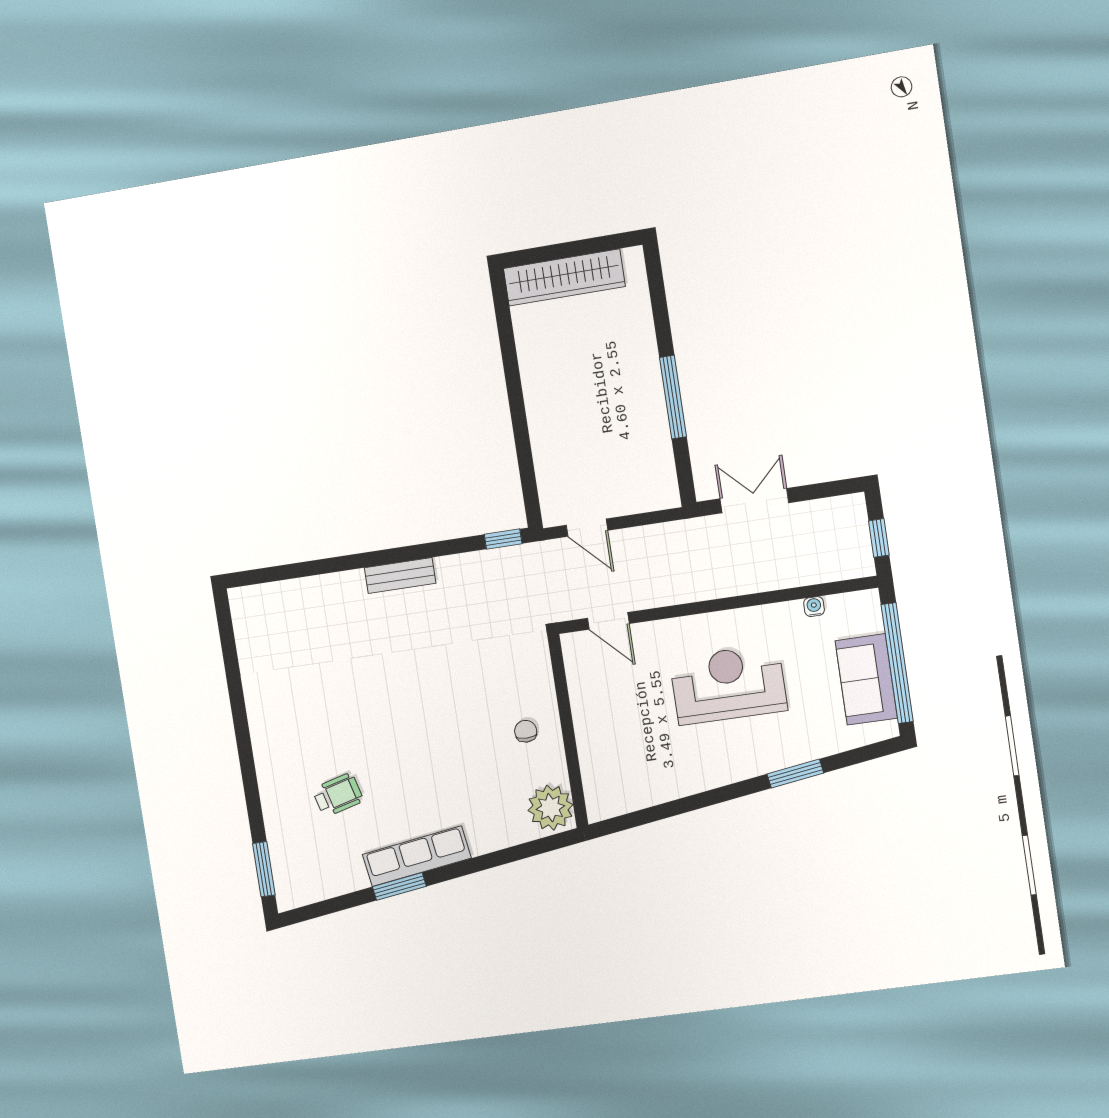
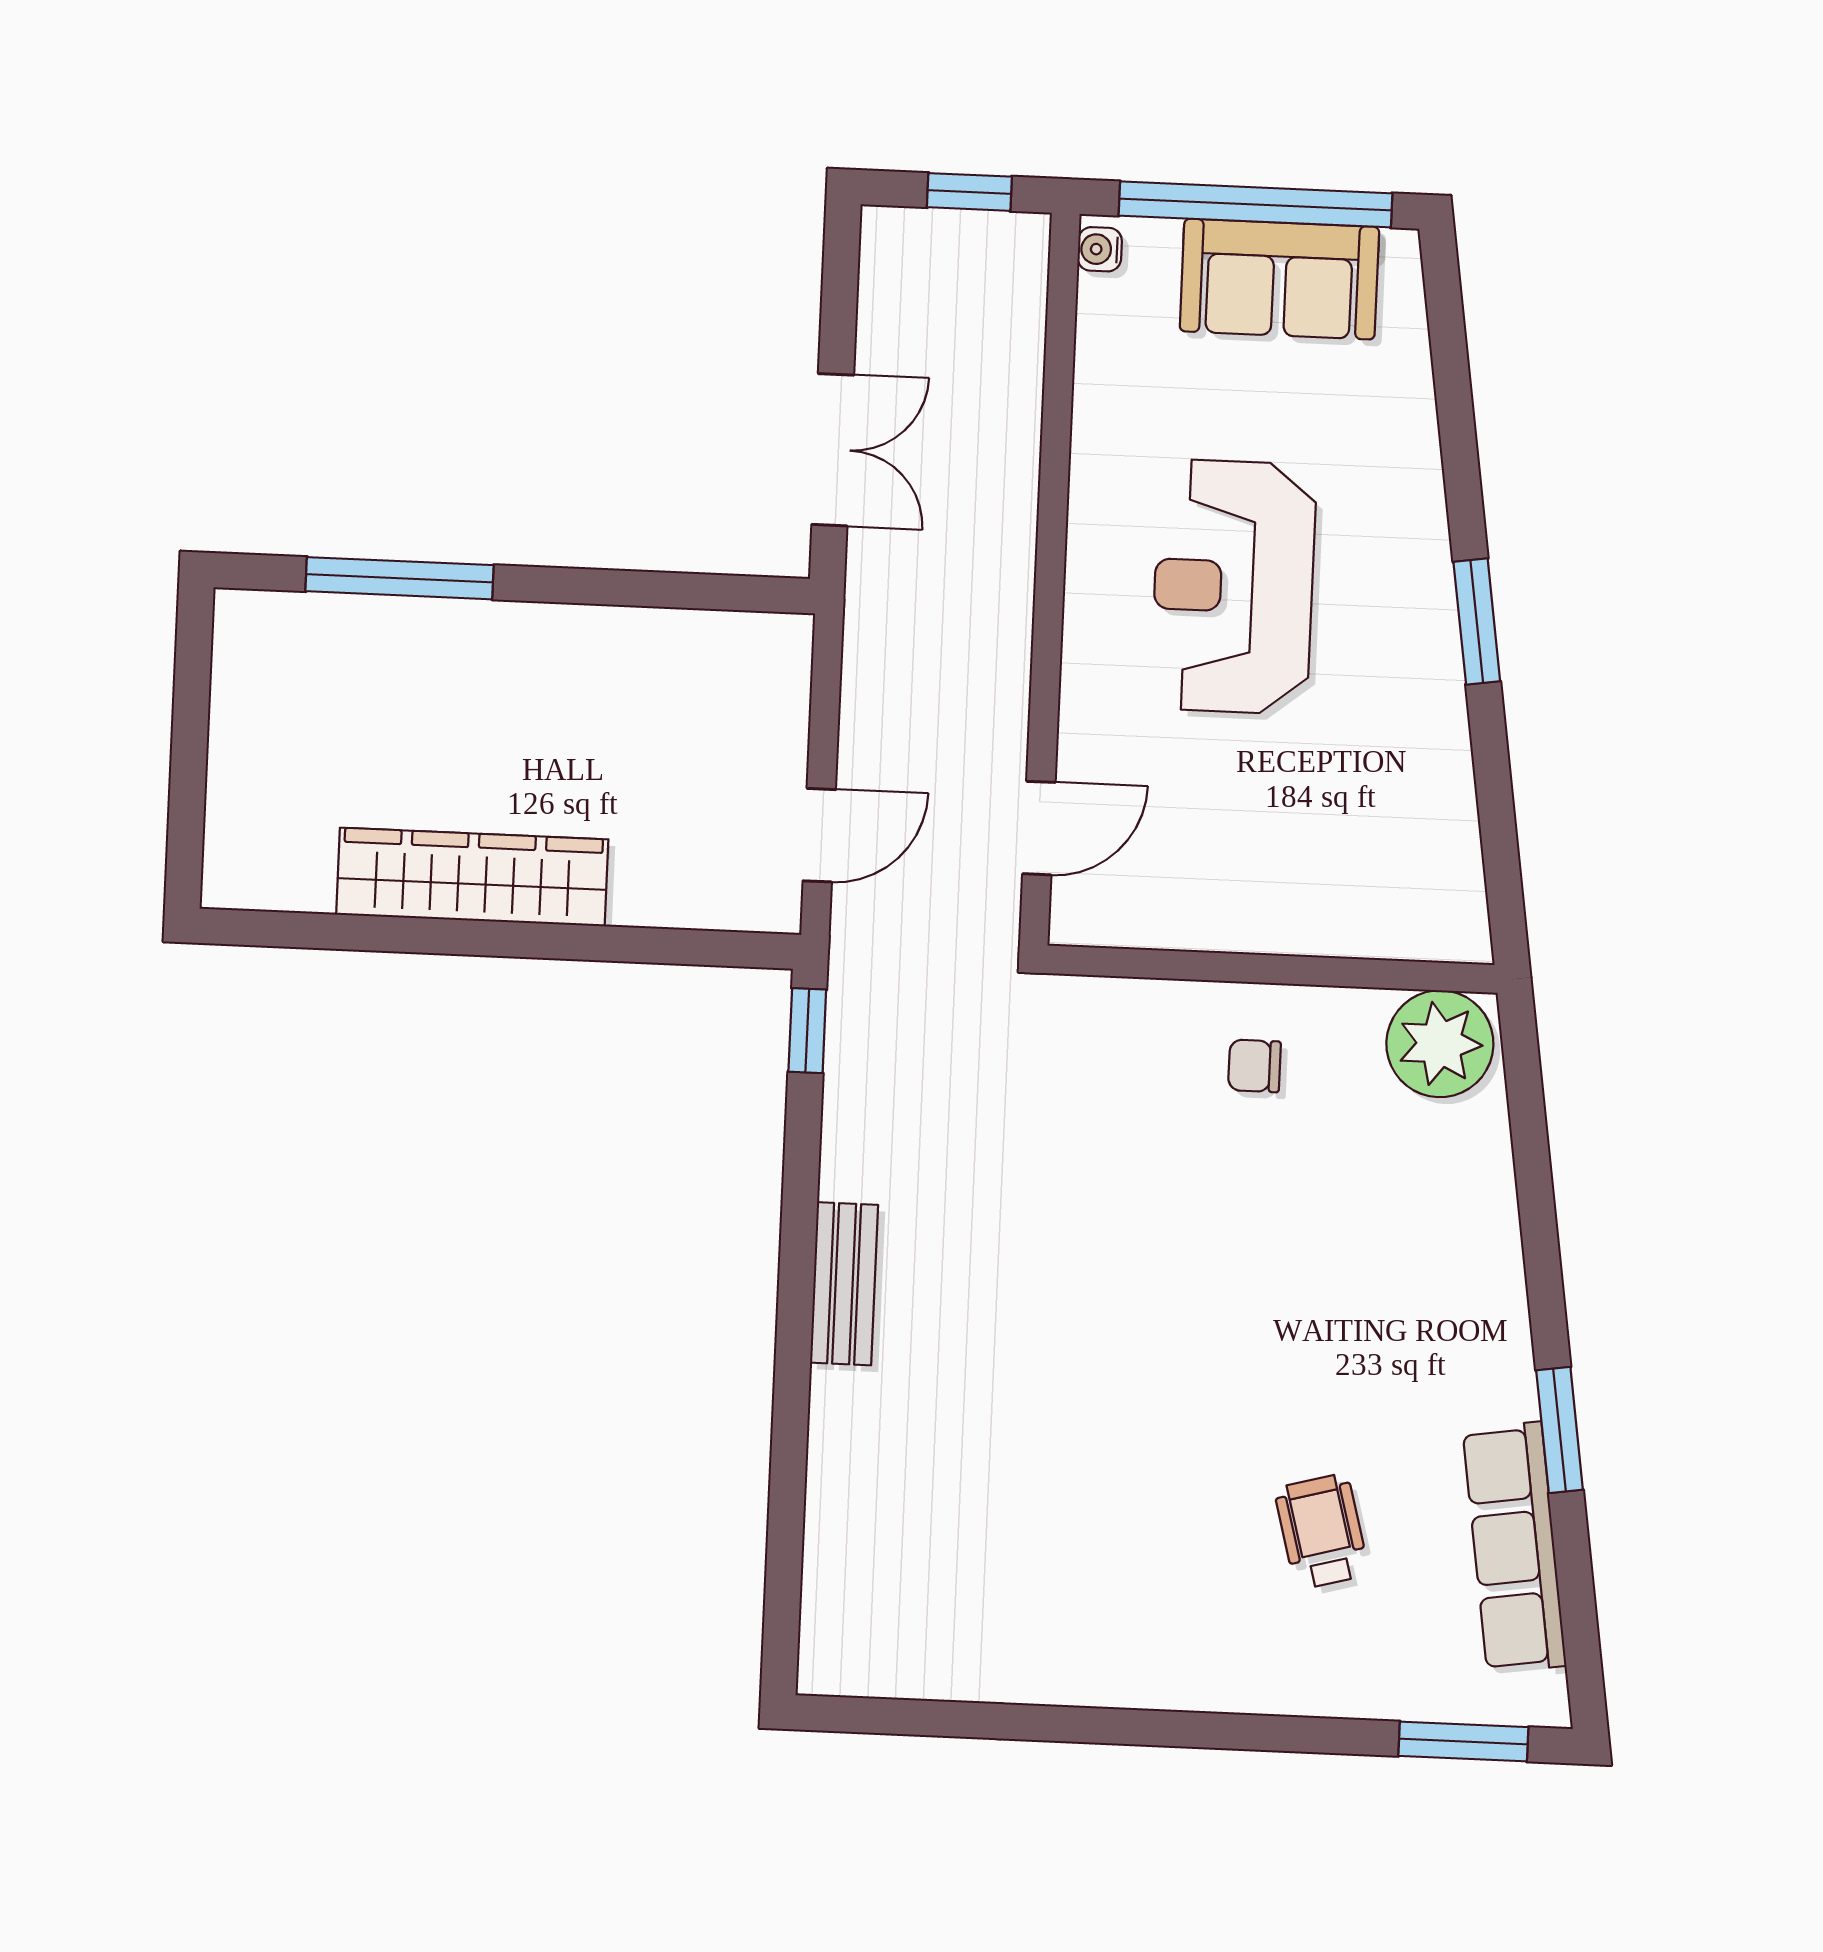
wardrobe: (564, 277) -> (472, 877), moved, turned -90
window: (673, 397) -> (400, 578), moved
double door: (754, 501) -> (833, 450), swing flipped
water cooler: (814, 607) -> (1100, 249), moved
window: (795, 773) -> (1477, 622), moved
row of seats: (417, 856) -> (1514, 1548), moved

